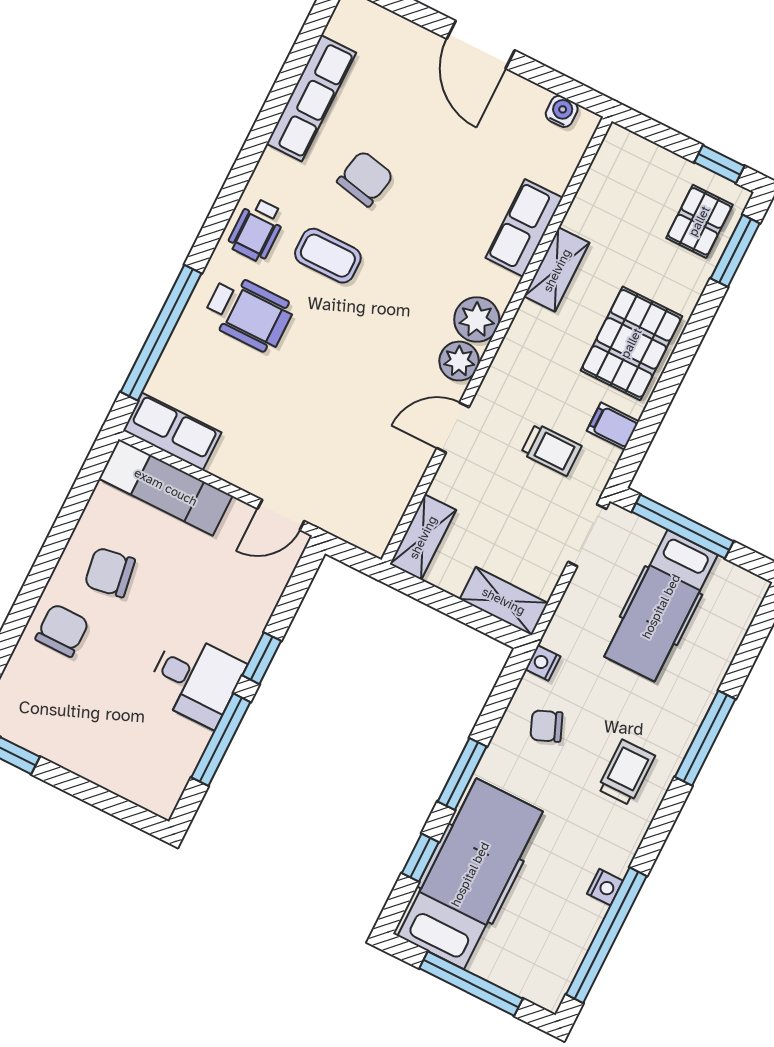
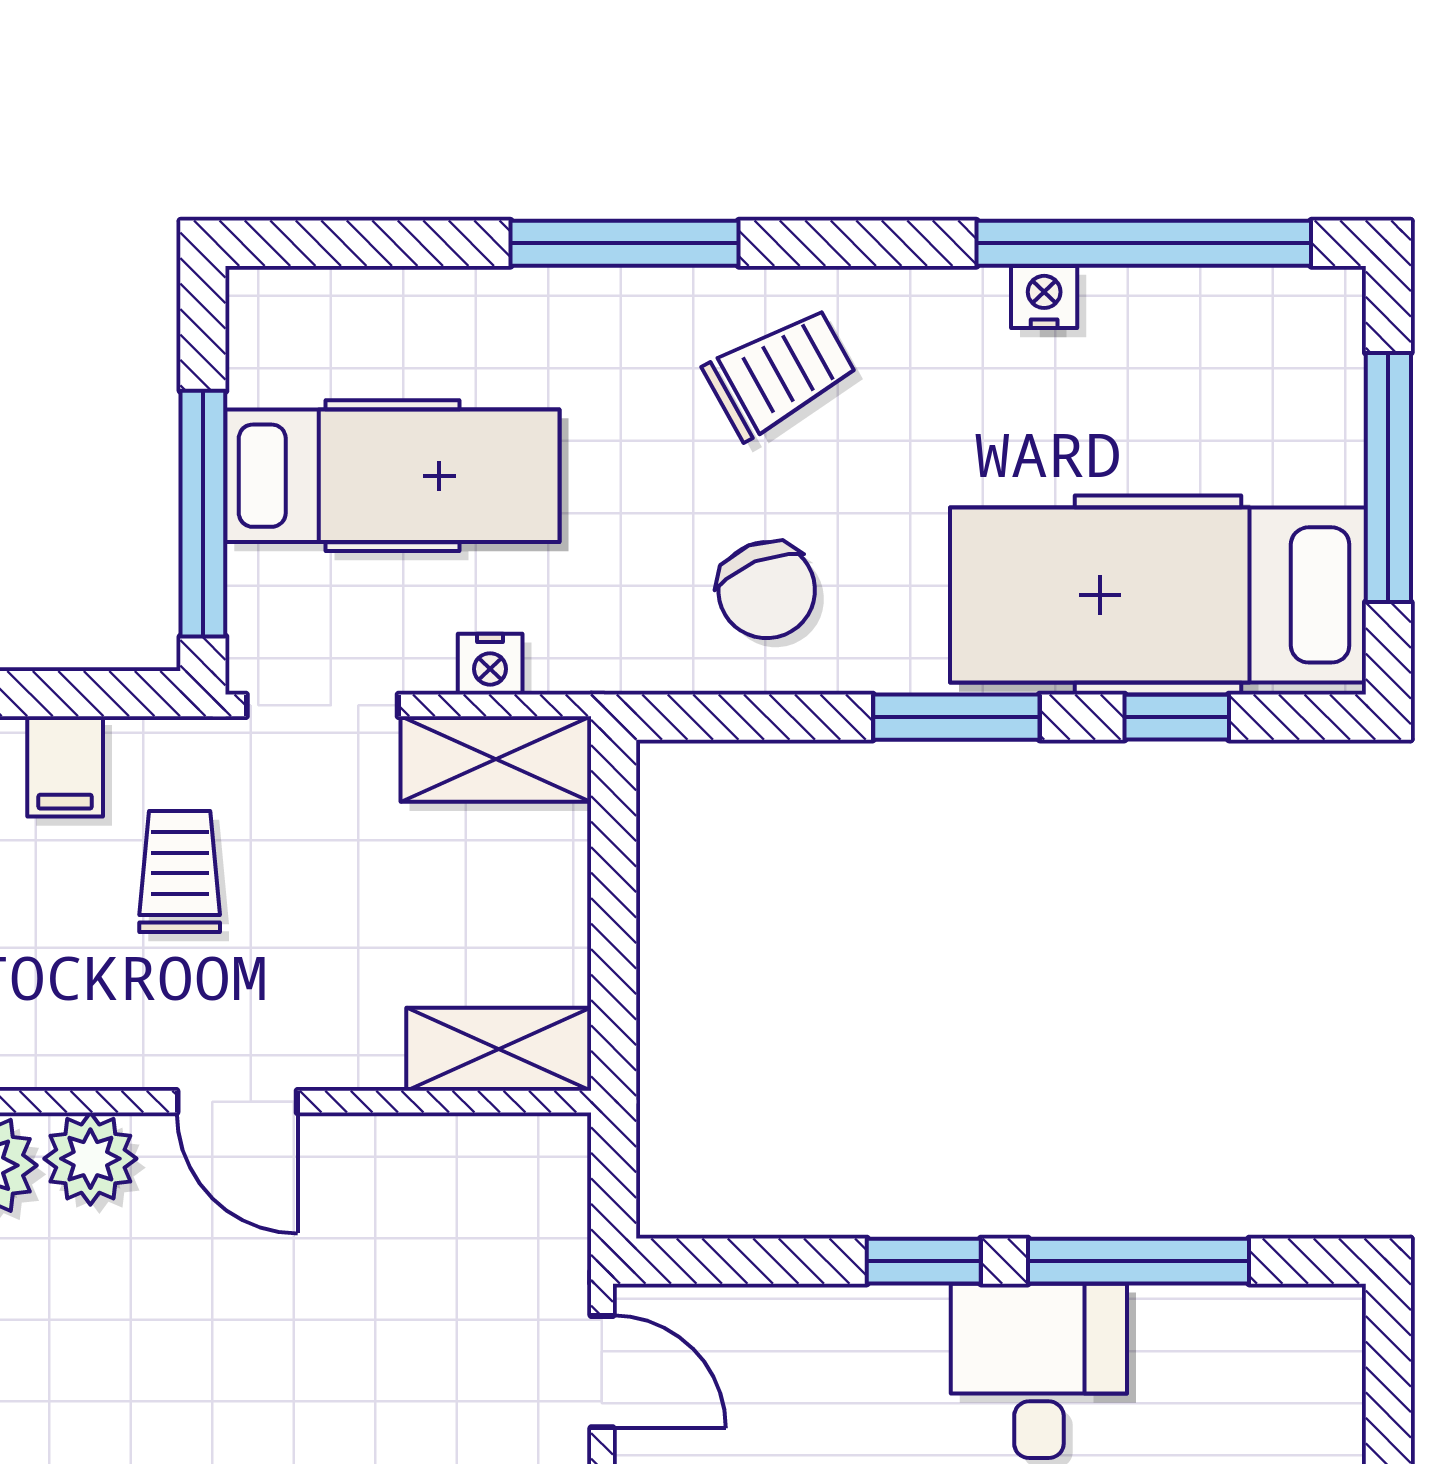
shelving: (504, 601) -> (496, 759), moved, turned 90
nightstand: (543, 663) -> (490, 664), moved
chair: (546, 726) -> (767, 590), width x1.37, depth x1.37
trolley: (626, 772) -> (780, 373), turned 151

